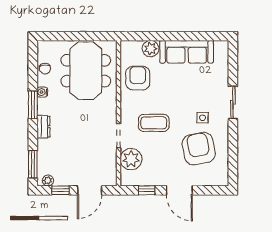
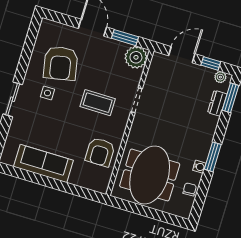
plant: (151, 49) -> (78, 177), removed
dresser: (44, 127) -> (217, 103), moved
plant: (131, 159) -> (136, 57), moved
window: (147, 190) -> (125, 38), width x1.50

